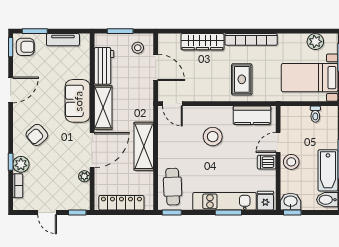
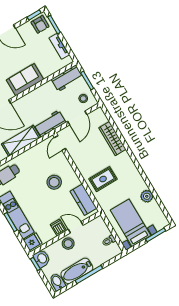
bookcase: (251, 39) -> (133, 170), removed
plant: (315, 42) -> (147, 196), moved
workbench: (104, 66) -> (67, 78), moved
workbench: (144, 102) -> (50, 124), added
shelving: (103, 107) -> (31, 99), removed

